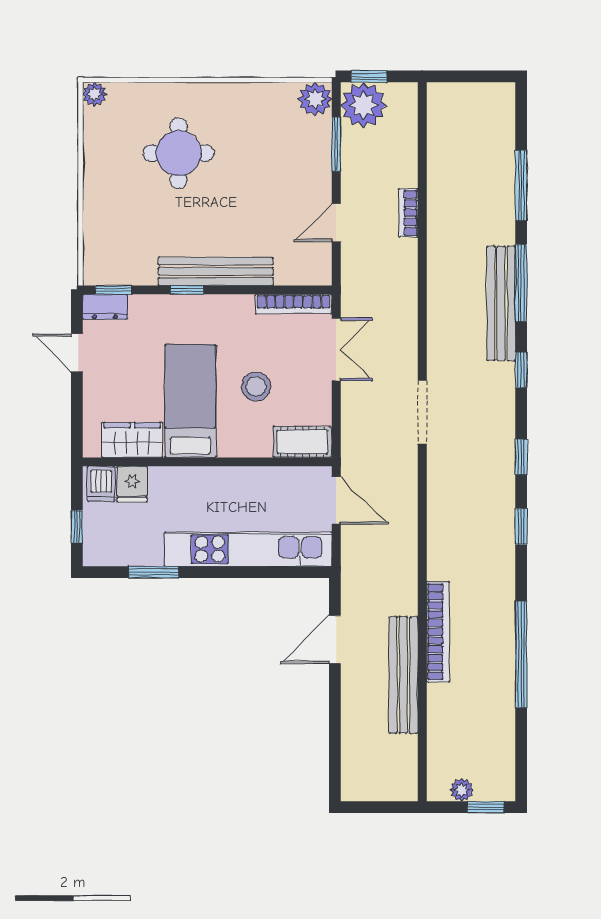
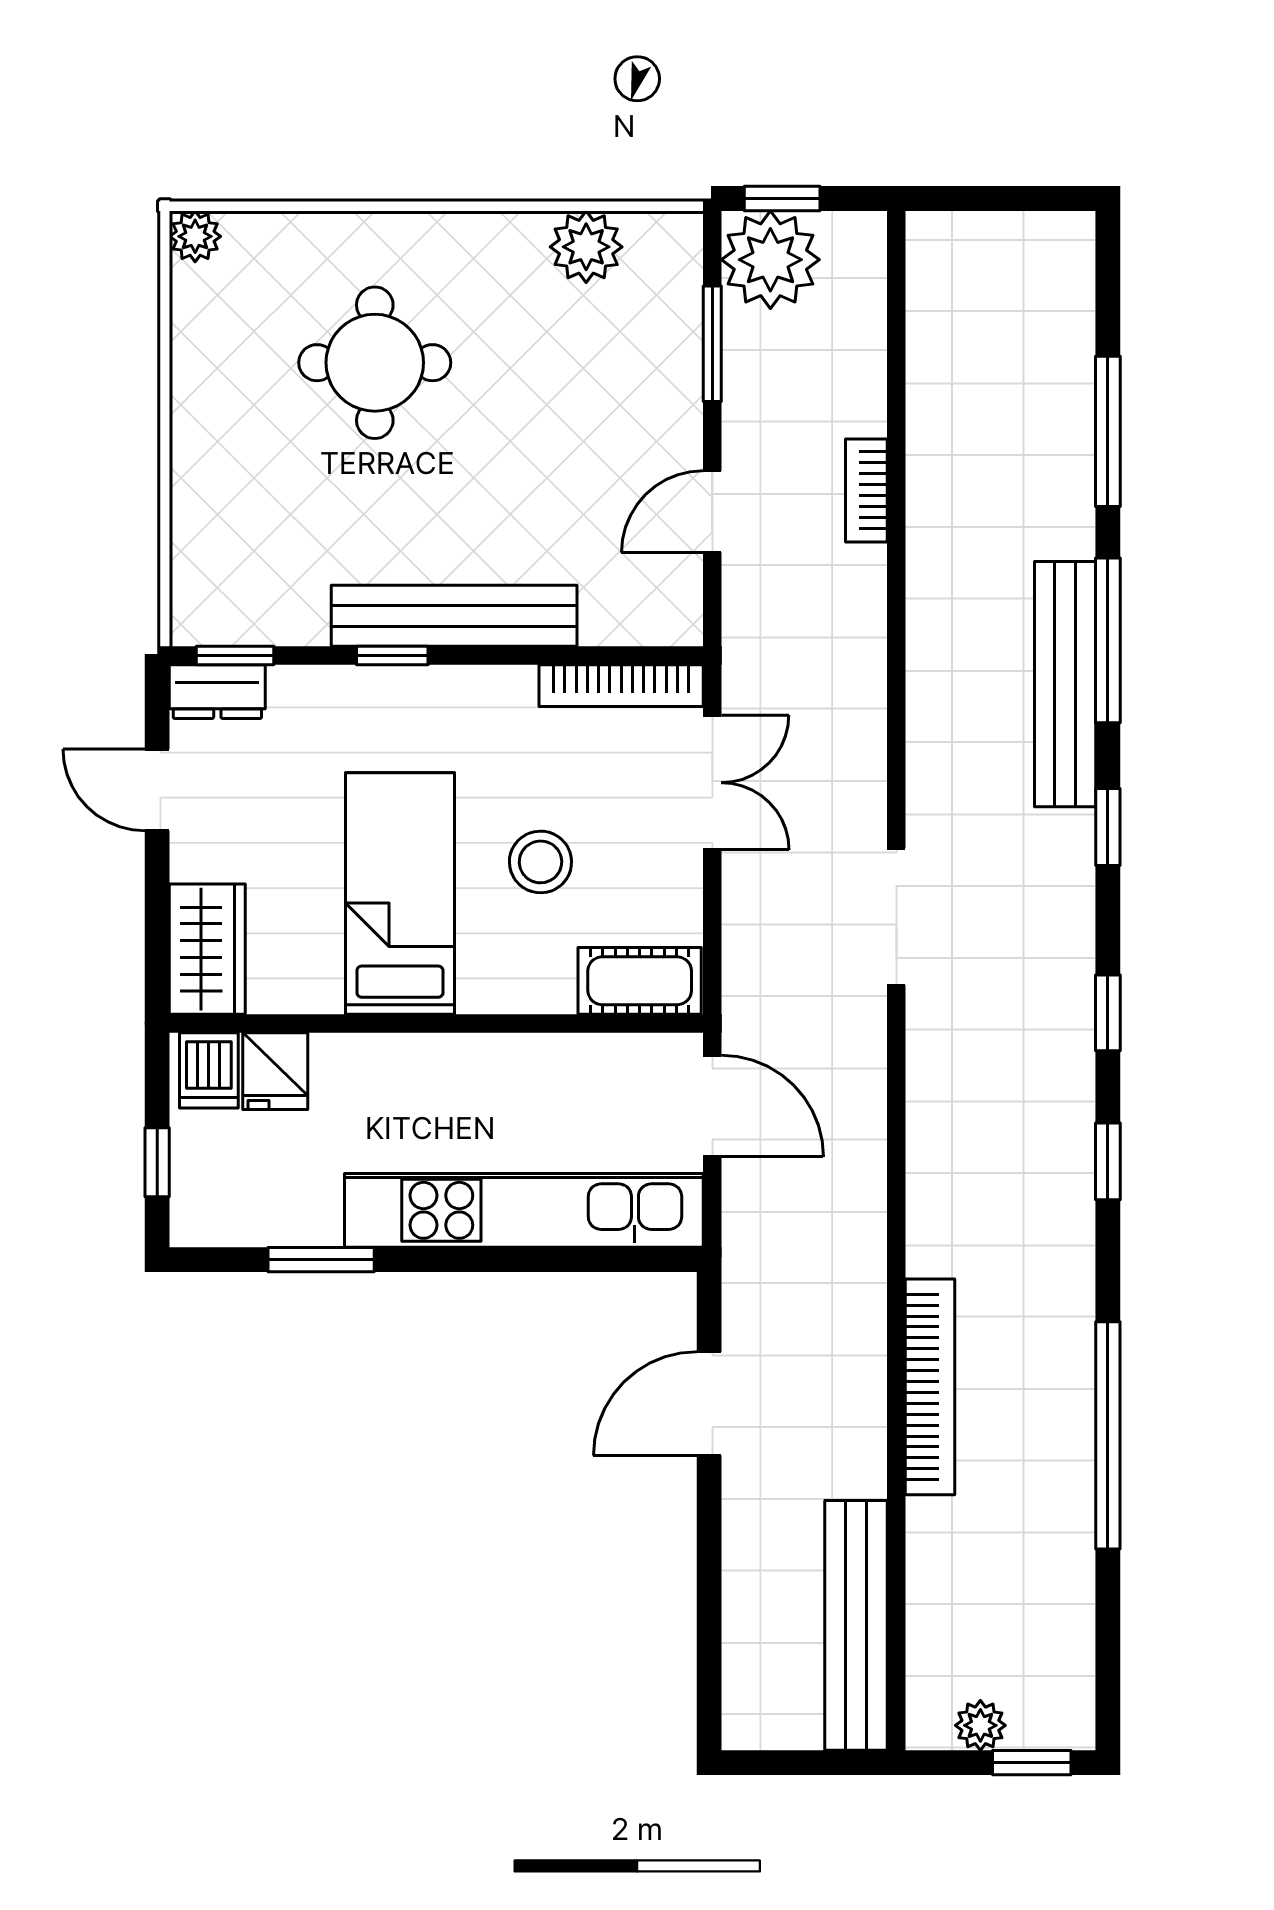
plant: (315, 99) -> (586, 247), moved
wardrobe: (132, 440) -> (207, 949), moved, turned 90
bench: (403, 675) -> (856, 1625), moved

